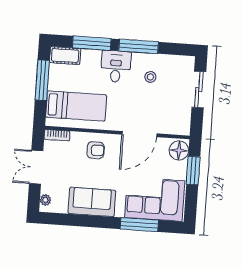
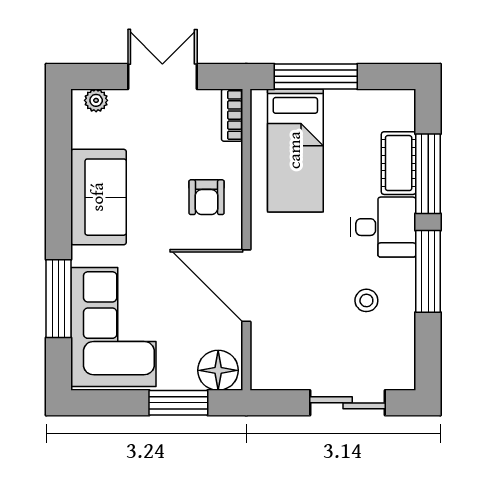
cot: (65, 55) -> (399, 163), moved
window: (42, 80) -> (316, 76), moved

